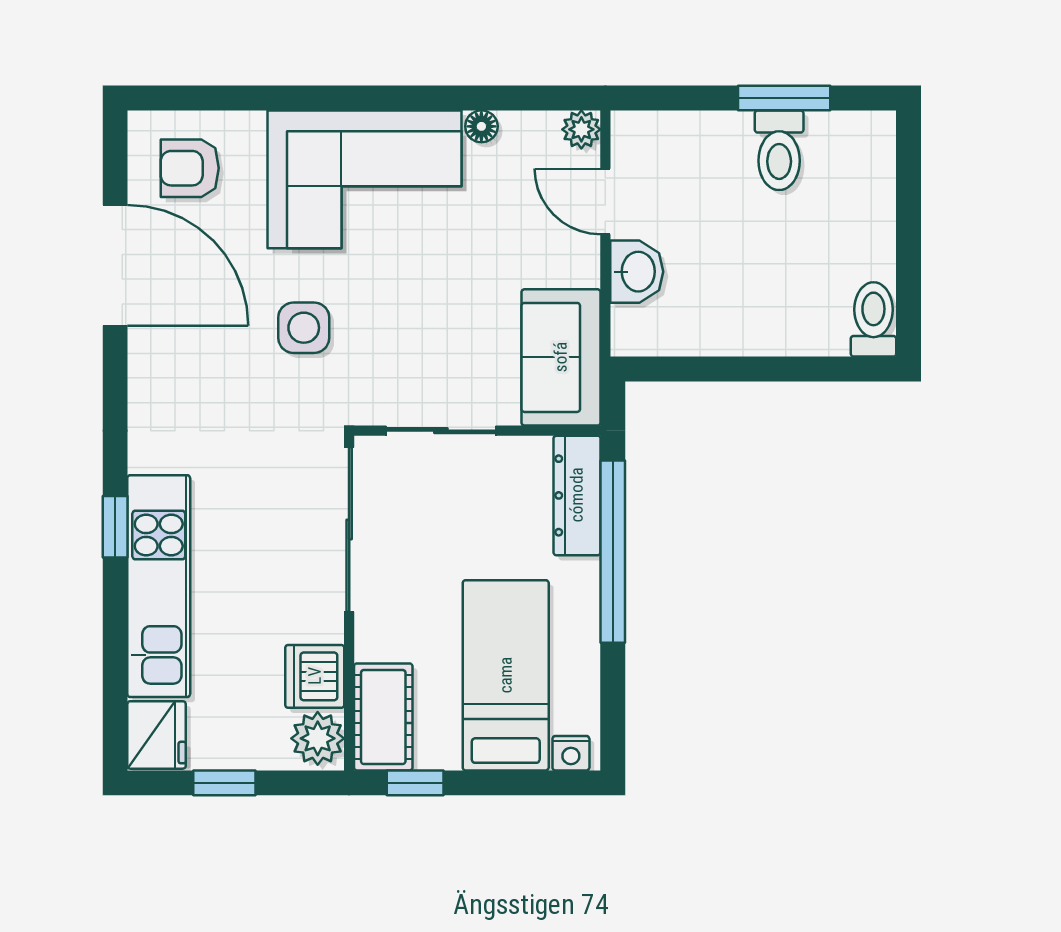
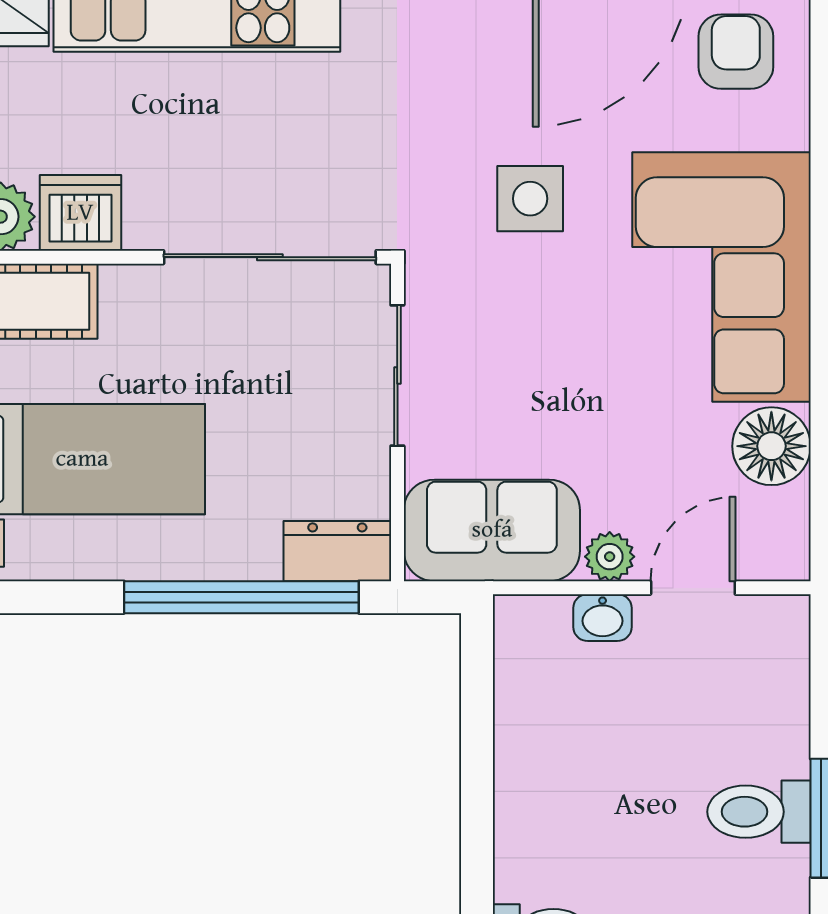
floor lamp: (481, 126) -> (771, 446), width x1.89, depth x1.89
plant: (581, 129) -> (610, 557), moved
washbasin: (637, 272) -> (603, 618), width x0.72, depth x0.69
dresser: (577, 495) -> (337, 551), width x0.70

